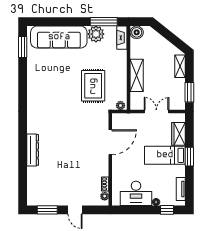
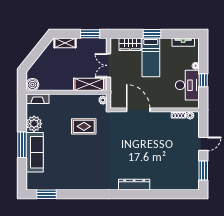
window: (104, 22) -> (22, 145), moved
sofa: (59, 37) -> (35, 152), width x0.74, depth x0.79
shelving: (137, 75) -> (89, 84), moved
rug: (93, 86) -> (84, 126), width x0.73, depth x0.70
dresser: (33, 150) -> (134, 185), moved
window: (167, 210) -> (203, 80), moved

